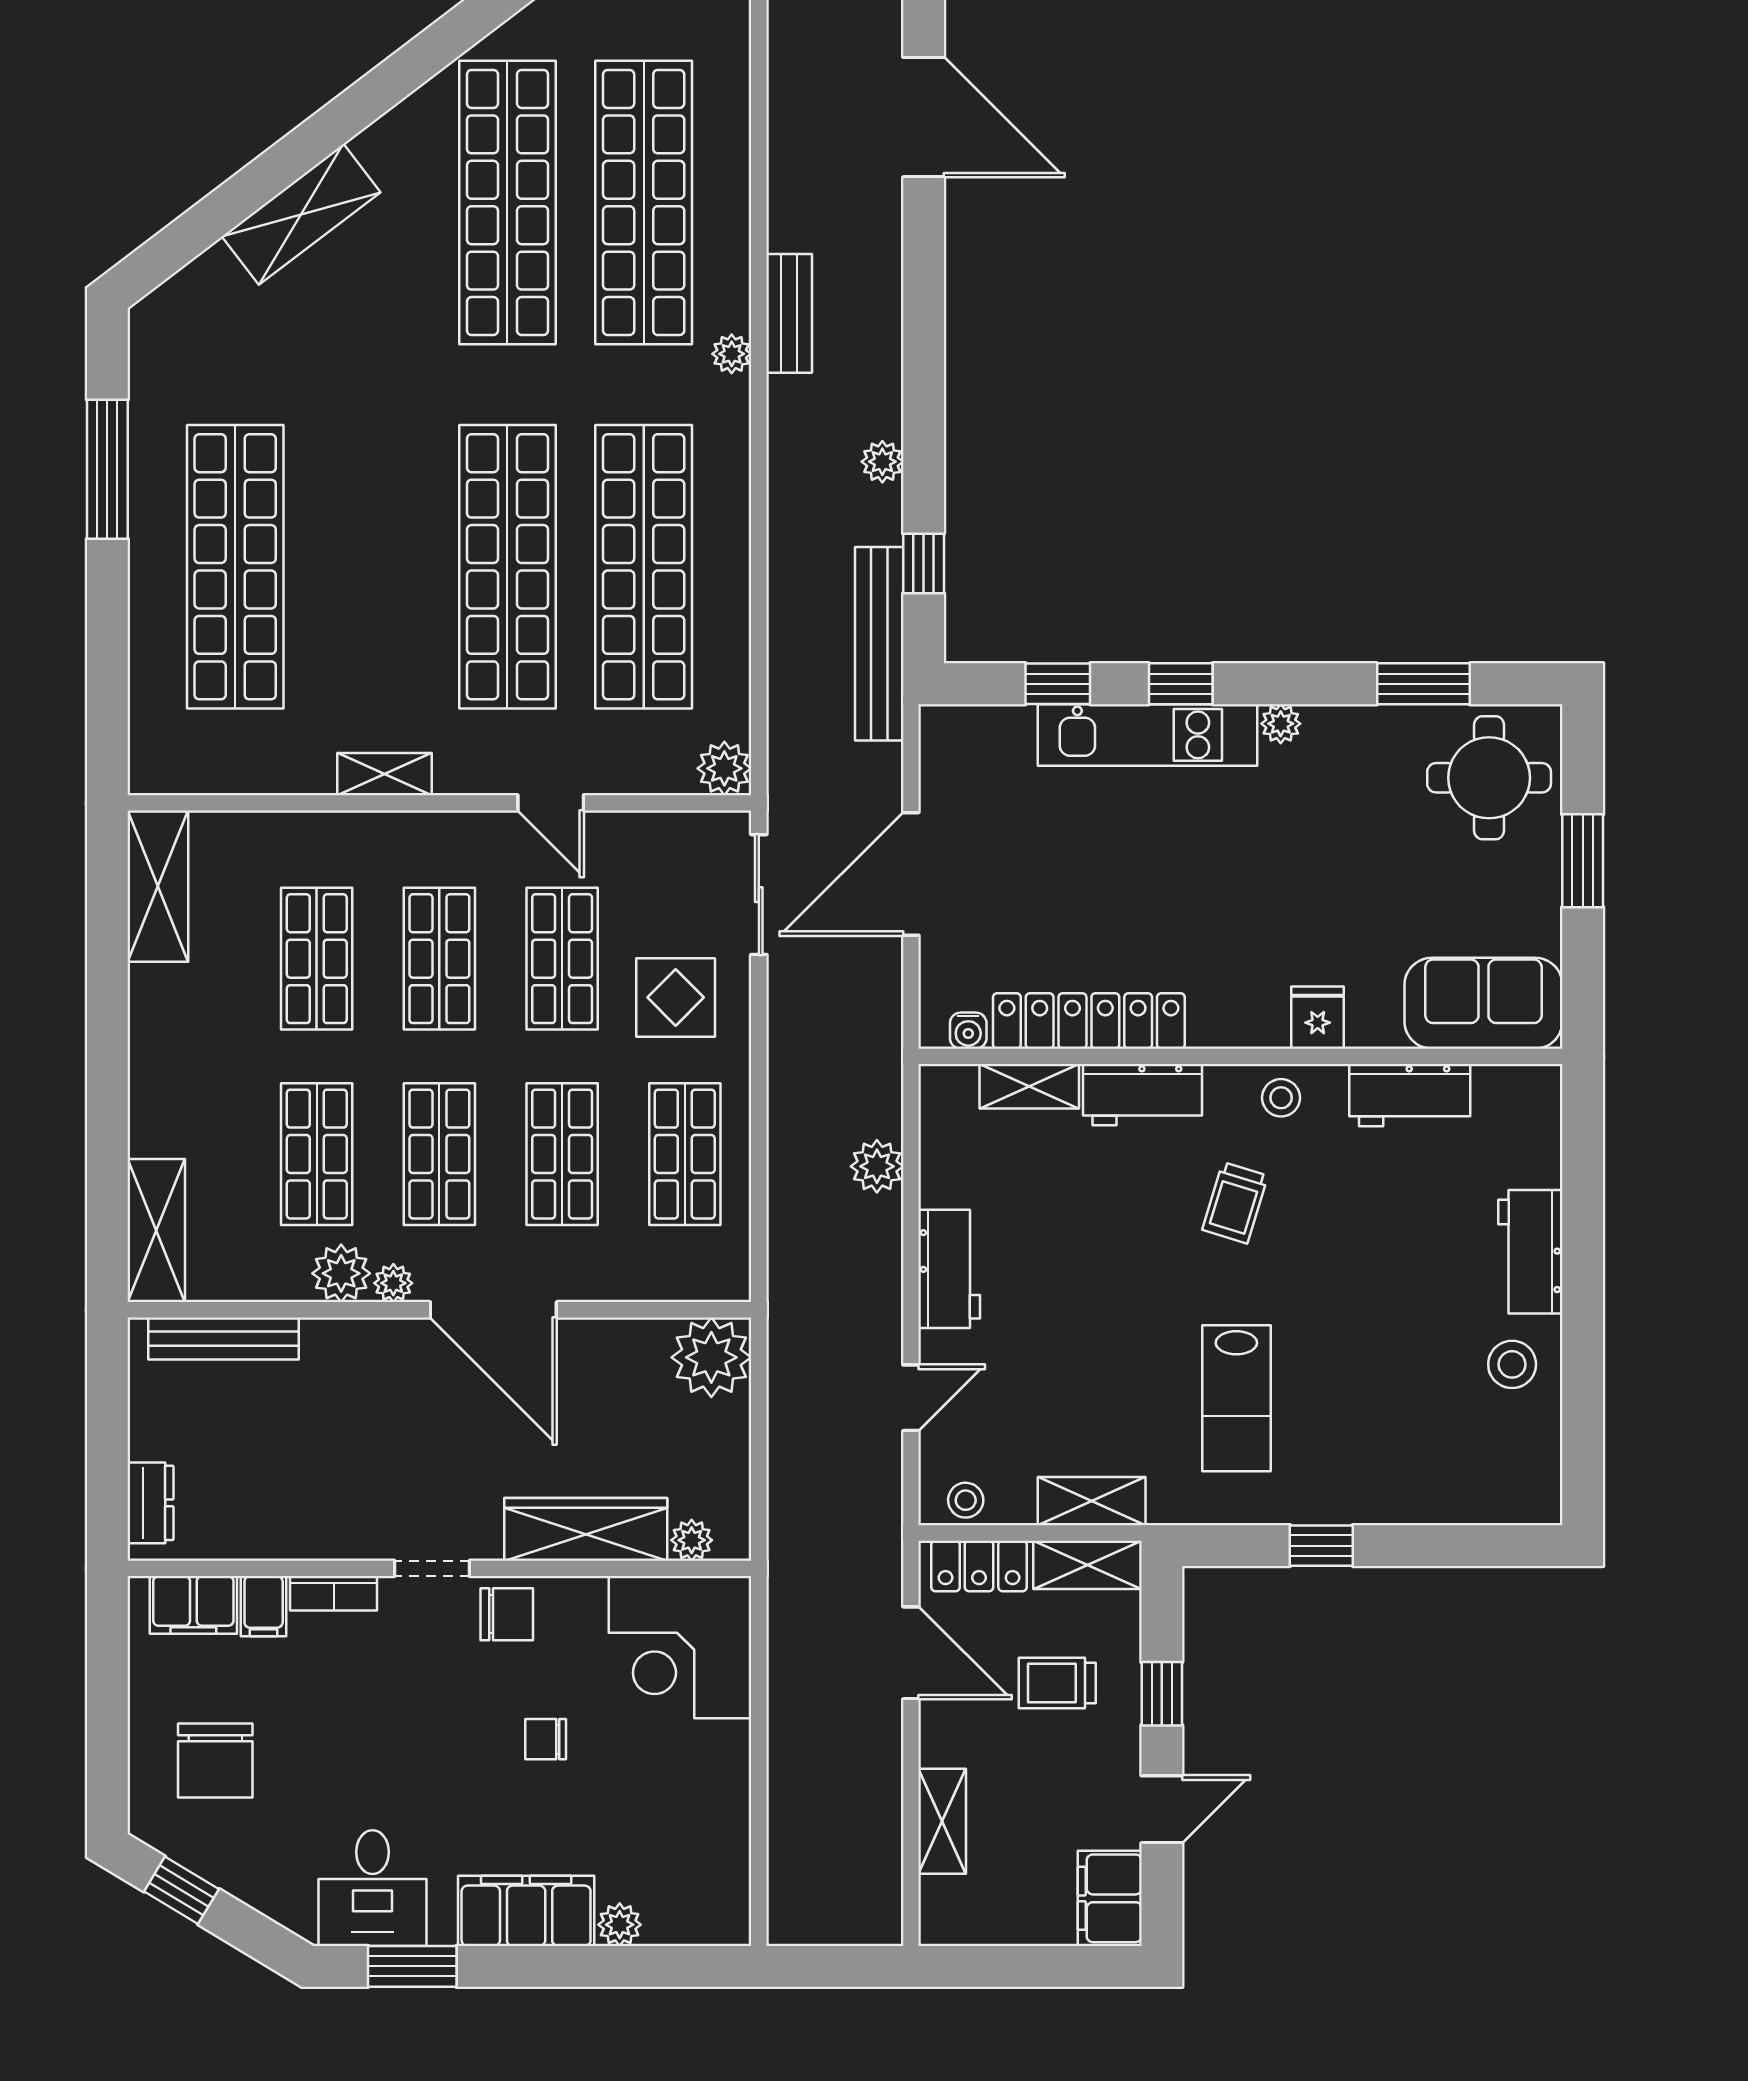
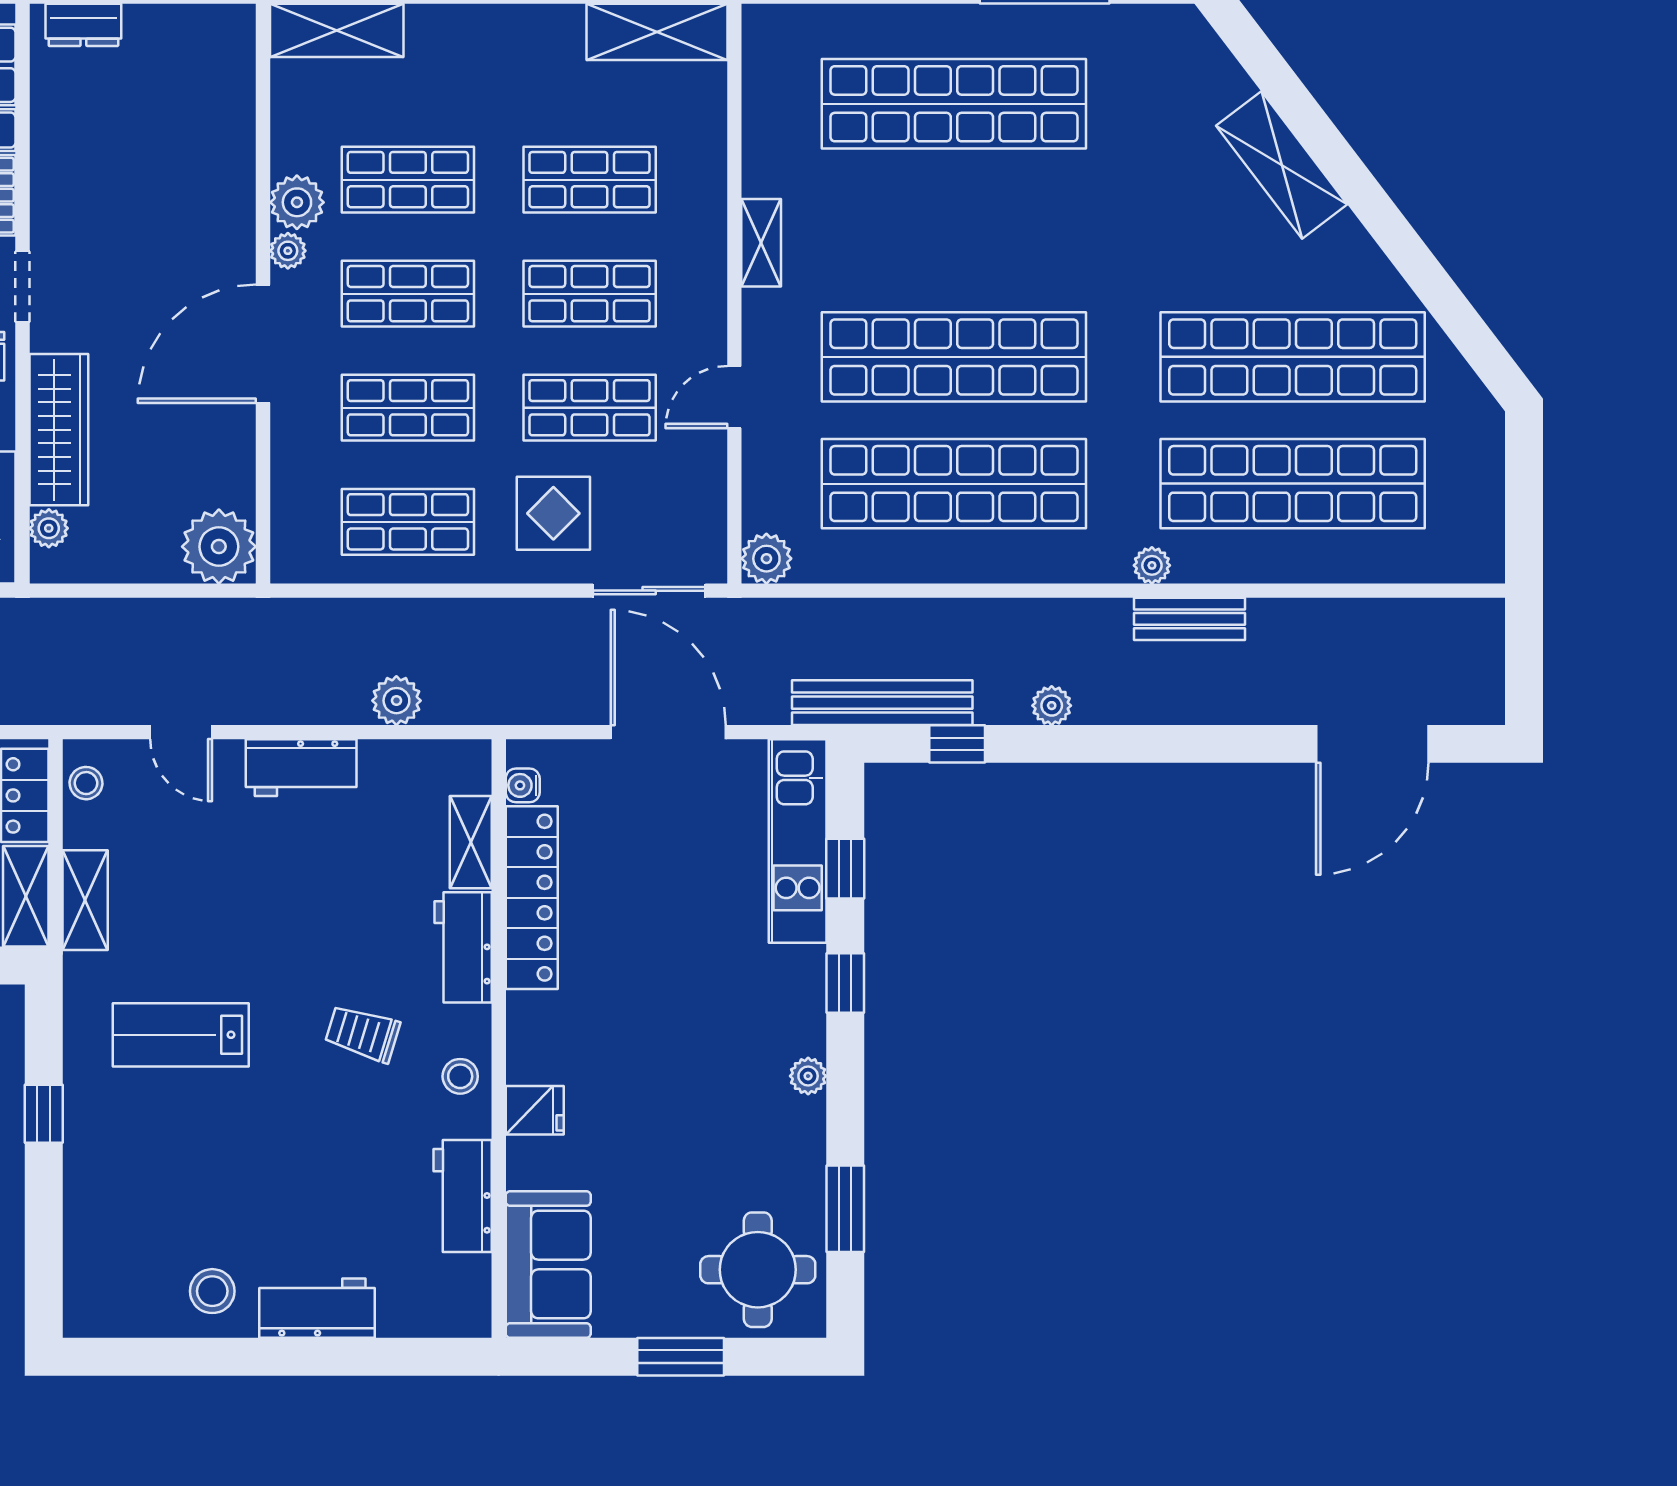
kitchen unit: (1147, 735) -> (798, 841), moved
bench: (223, 1338) -> (236, 93), removed

